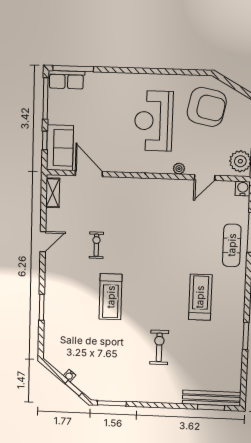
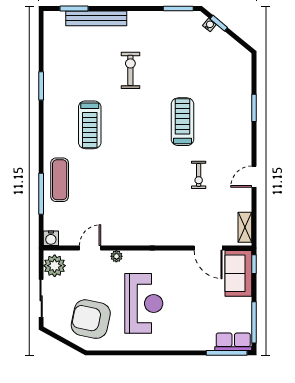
window: (45, 141) -> (254, 264), moved
exercise bike: (159, 347) -> (130, 70), turned 180
water cooler: (69, 376) -> (209, 25), moved
bench: (212, 398) -> (96, 18), moved

